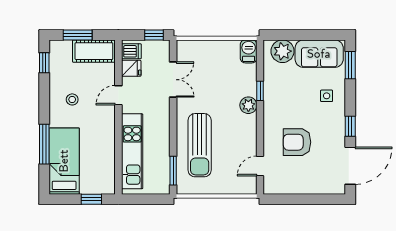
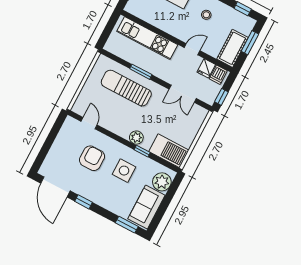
barbecue: (249, 51) -> (169, 151), width x1.88, depth x1.53
door: (118, 95) -> (192, 49), hinge flipped
side table: (327, 96) -> (124, 171), moved, width x1.87, depth x1.87
window: (173, 171) -> (141, 72), moved

